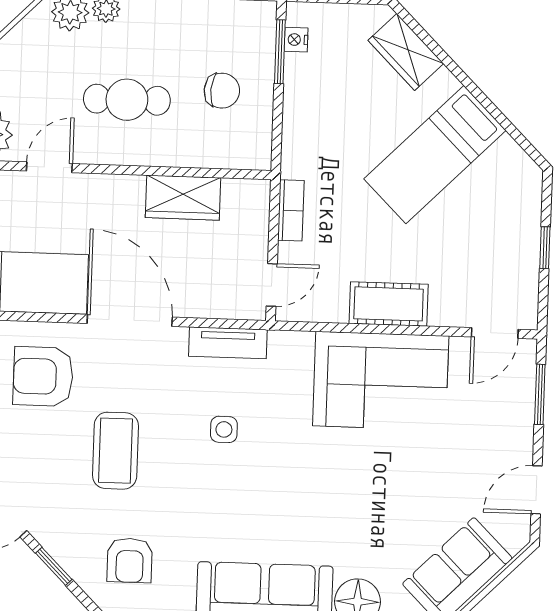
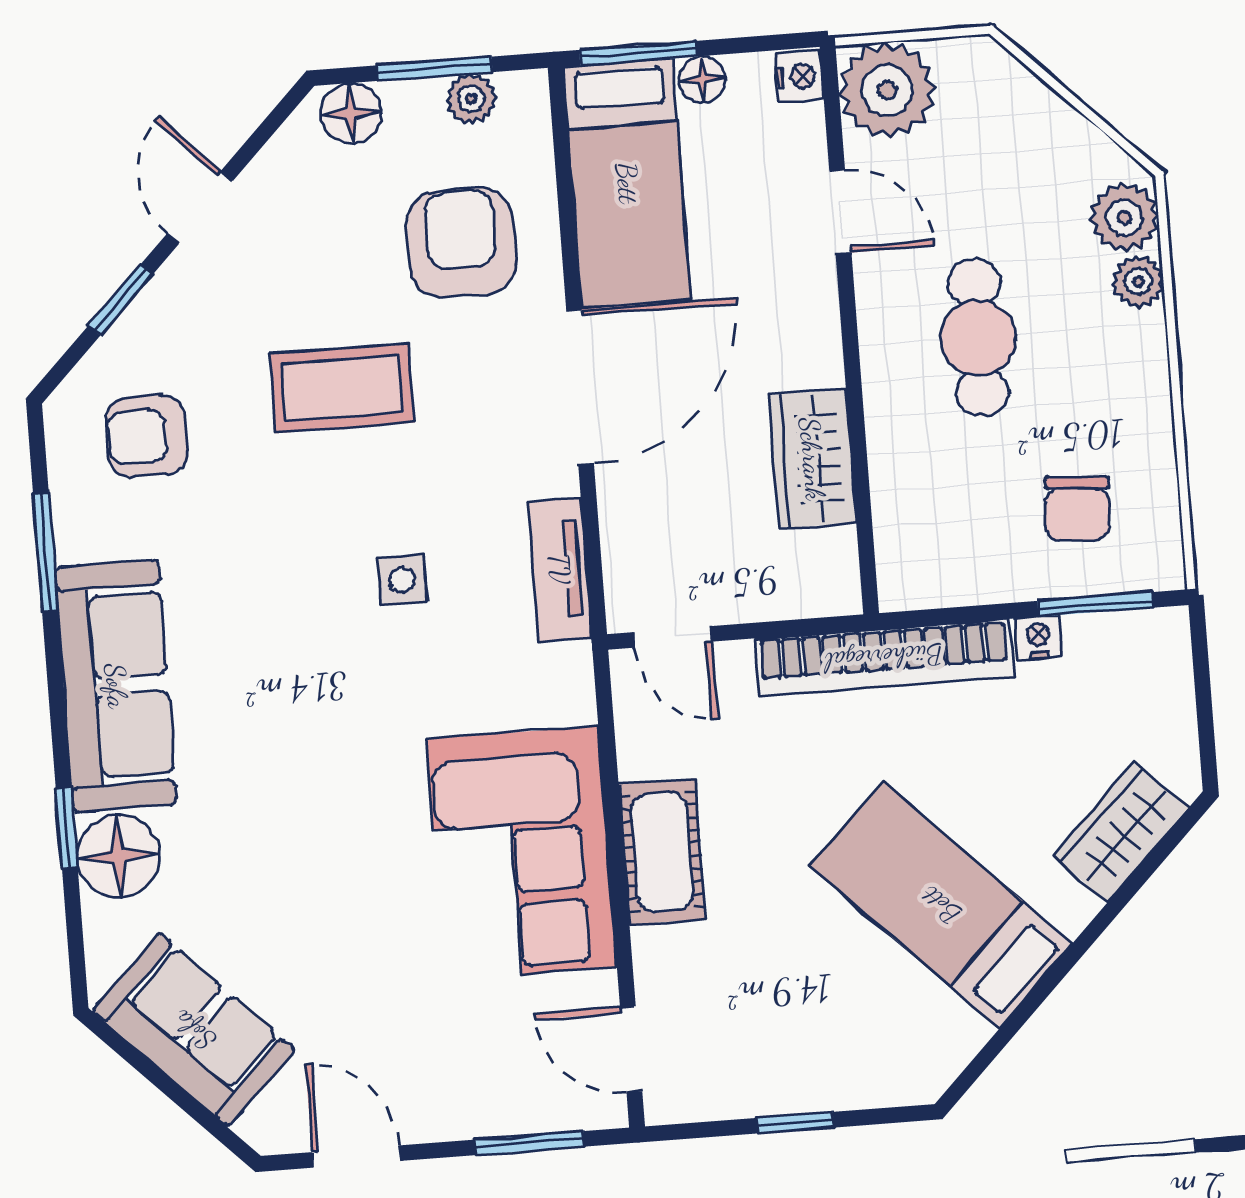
nightstand: (296, 40) -> (1038, 637), moved
chair: (222, 91) -> (1077, 508), moved
bookcase: (291, 210) -> (884, 658), width x2.31, depth x1.31

